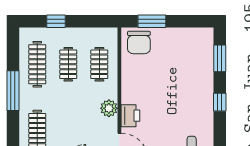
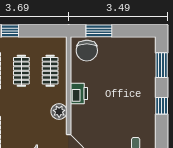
printer: (130, 116) -> (79, 93), moved

